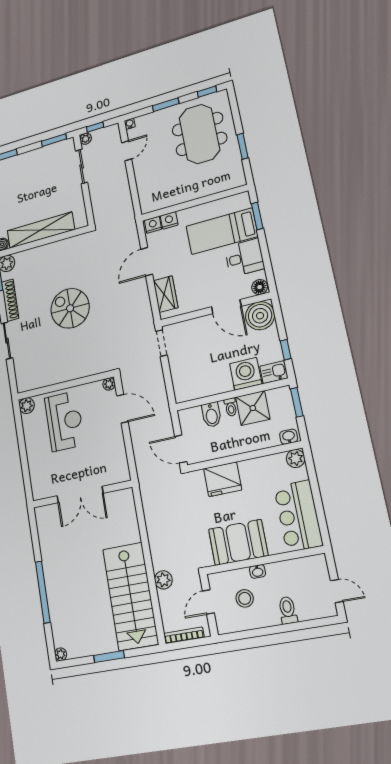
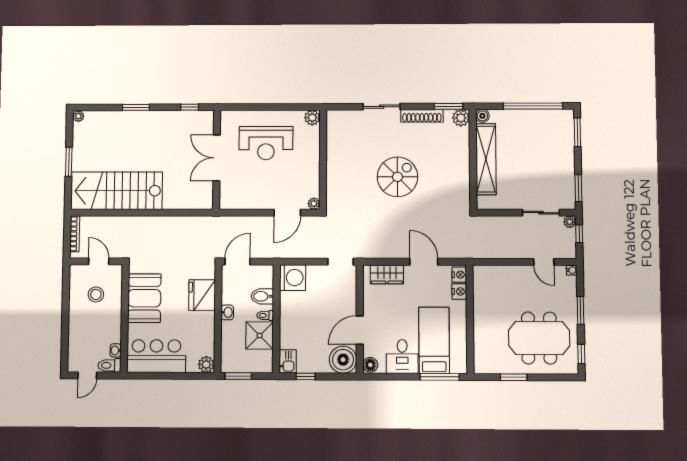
window: (257, 216) -> (440, 377), width x1.44
washing machine: (246, 374) -> (293, 278), moved
window: (297, 402) -> (238, 376), moved
reception desk: (64, 421) -> (266, 143), moved
washbasin: (289, 437) -> (227, 312), moved
window: (35, 534) -> (190, 107), added
washbasin: (258, 571) -> (116, 350), moved
plant: (163, 580) -> (125, 224), removed
window: (43, 592) -> (136, 107), width x0.47
toilet: (288, 610) -> (109, 365), moved, turned 180

